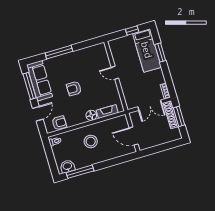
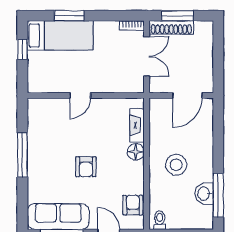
window: (59, 52) -> (22, 155), moved
washbasin: (67, 166) -> (204, 194), moved

